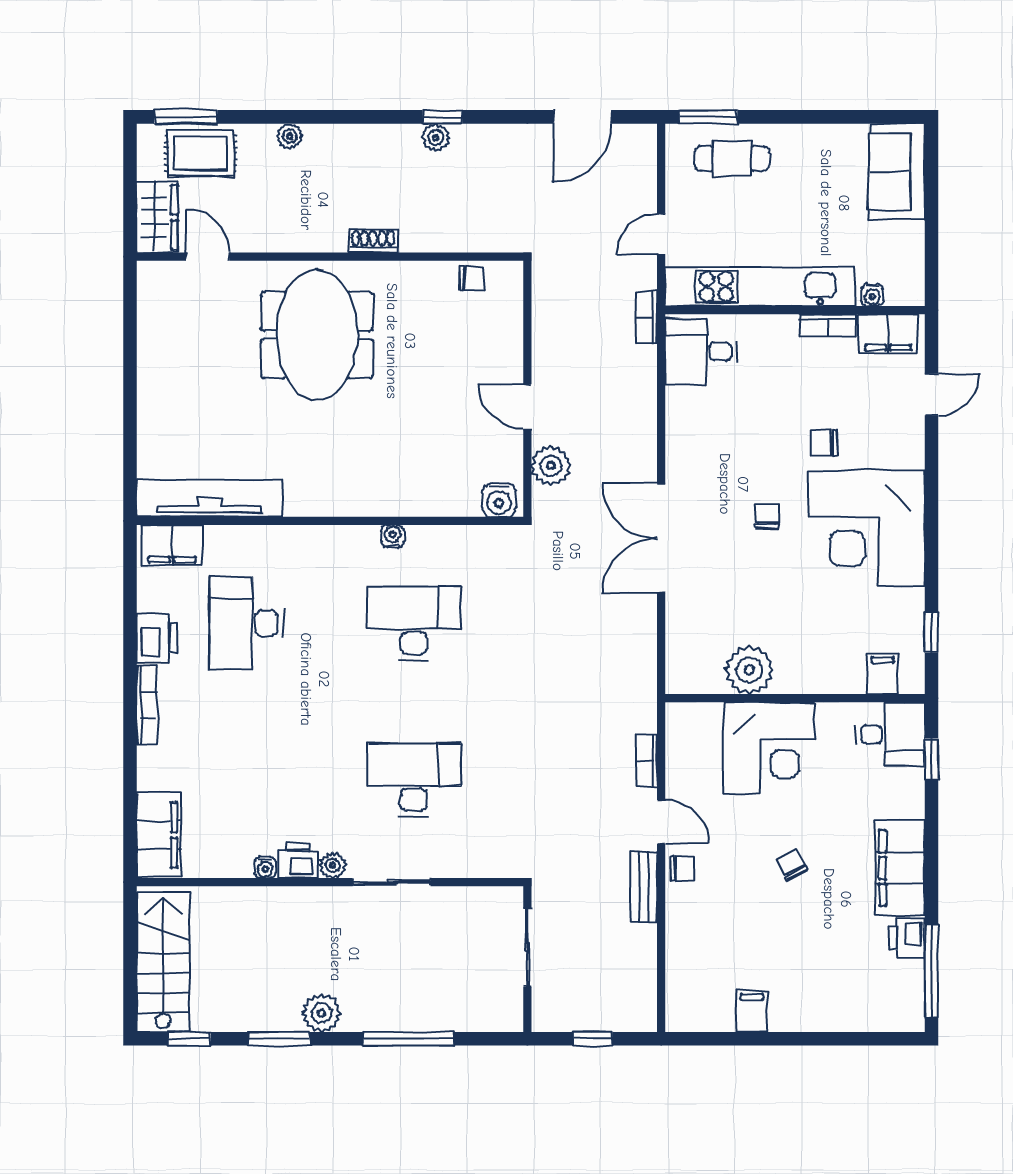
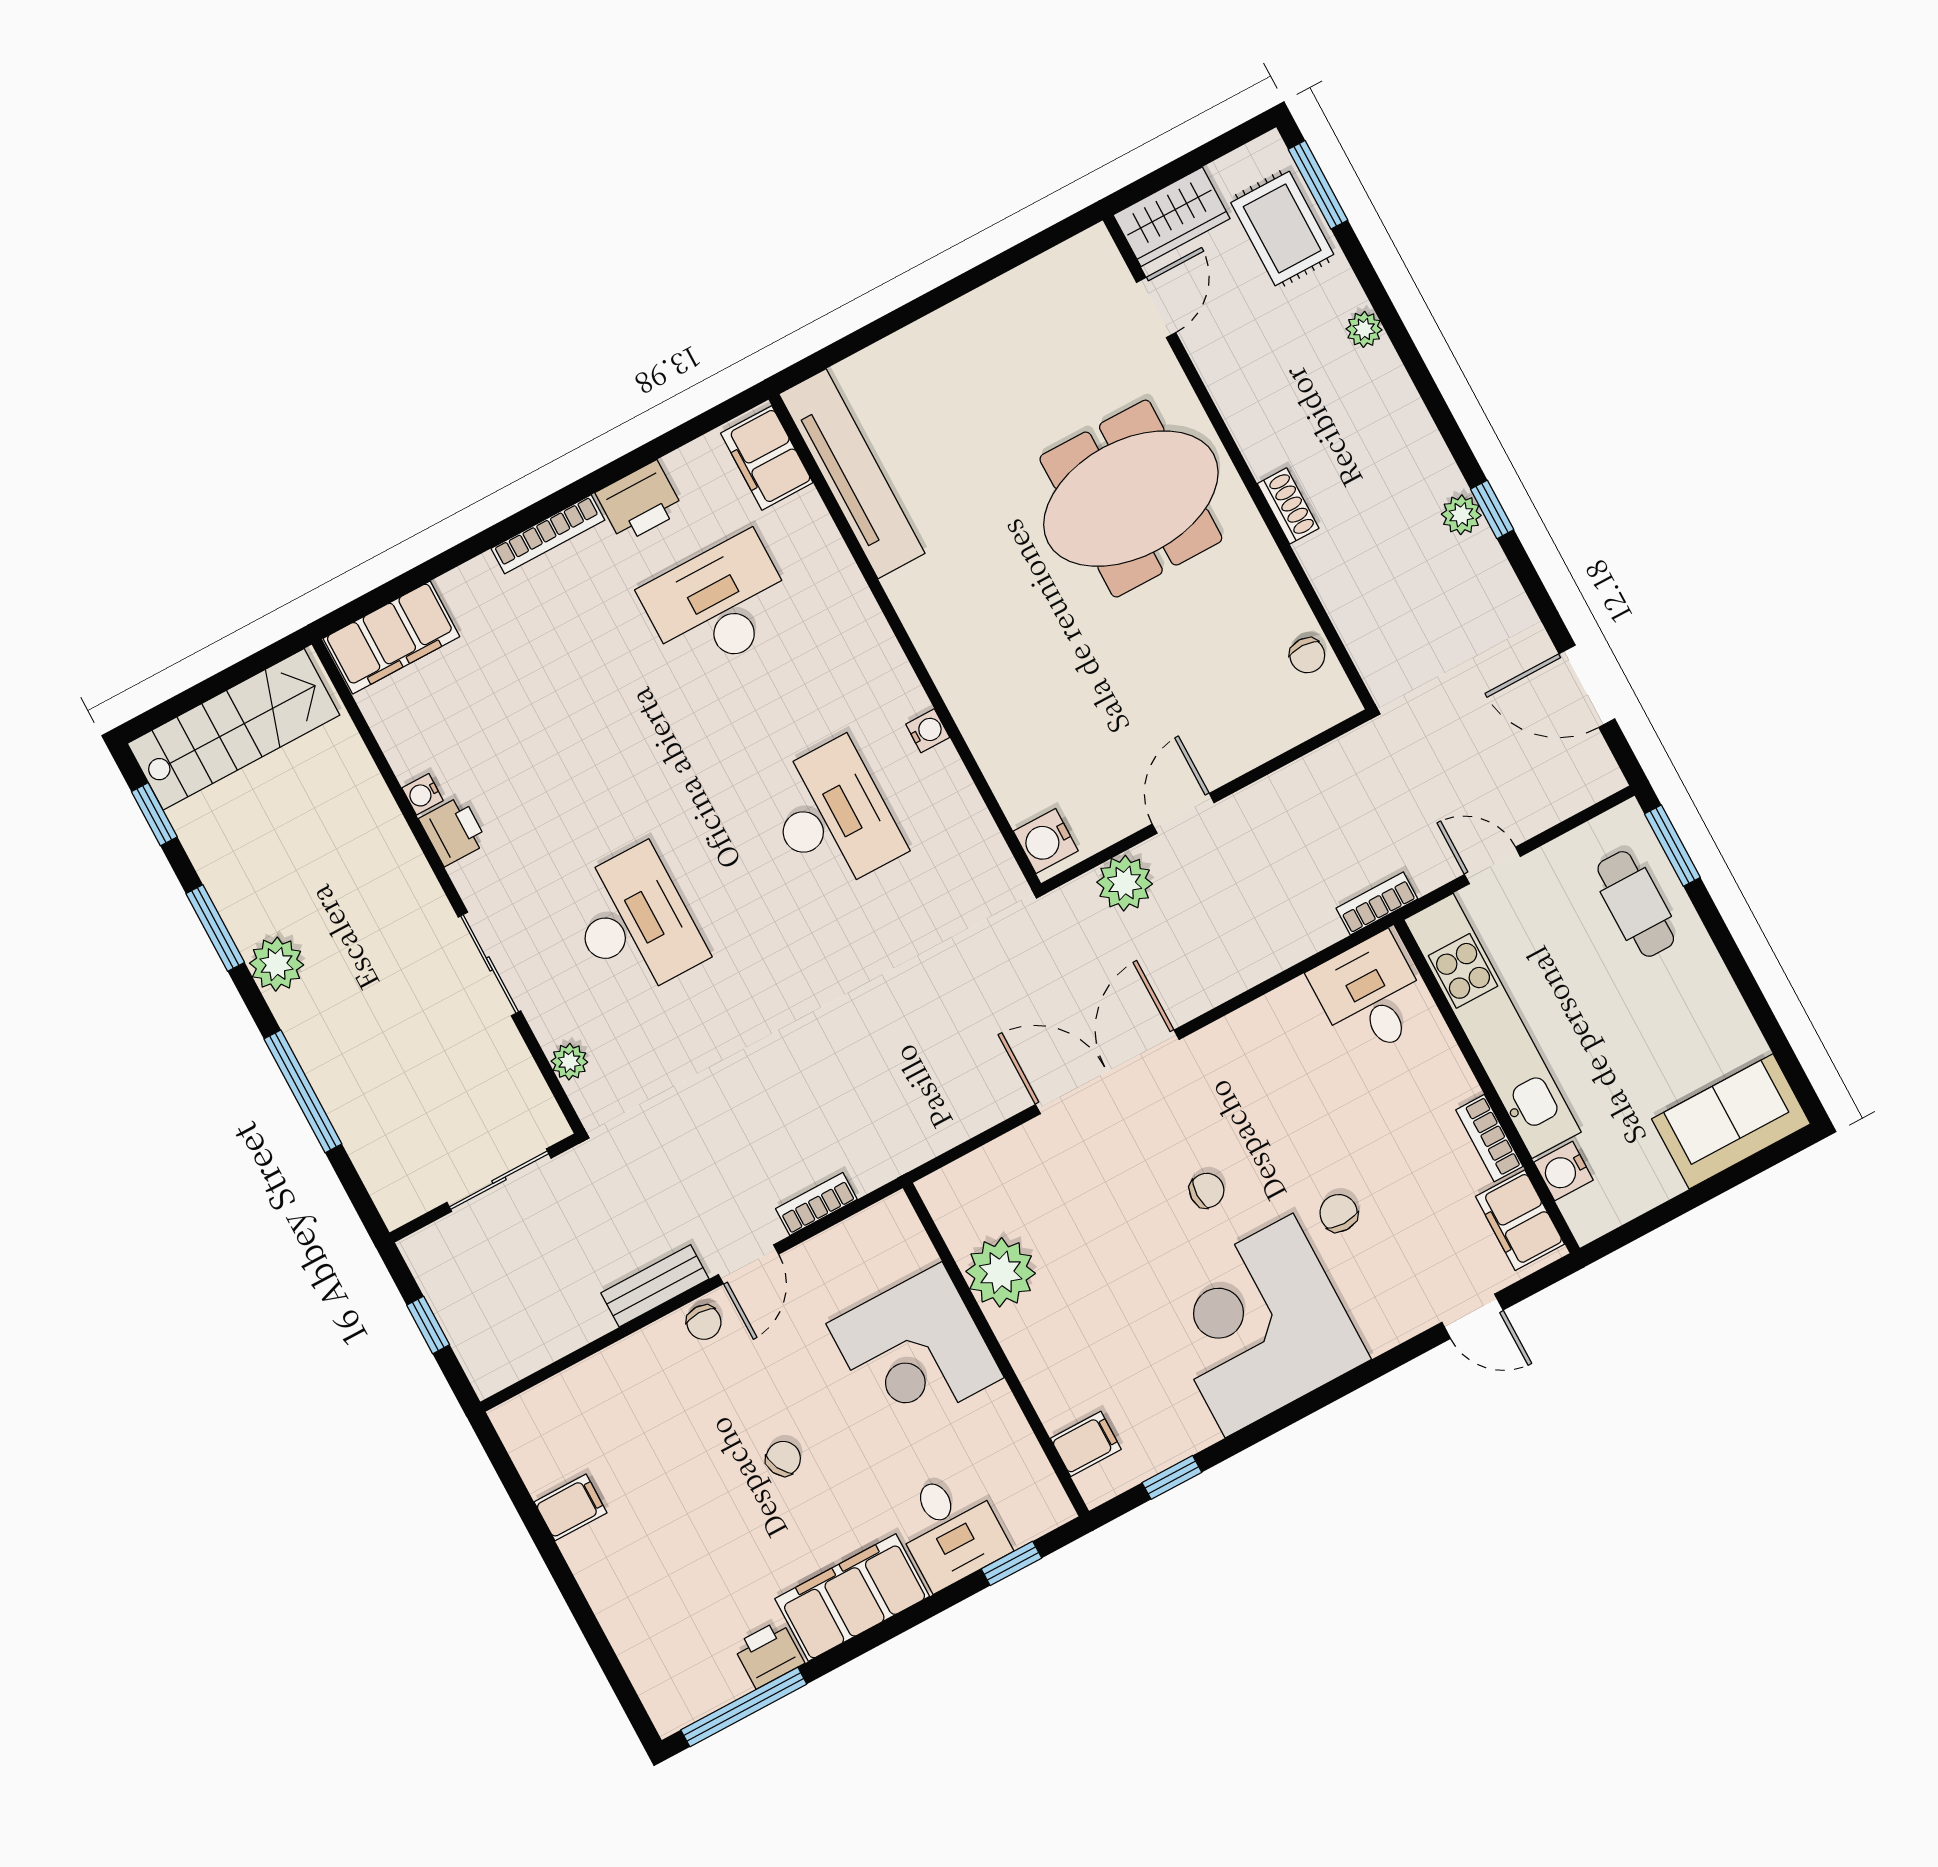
water cooler: (872, 295) -> (1564, 1171), width x1.38, depth x1.38
desk: (890, 734) -> (950, 1529), moved
plant: (333, 865) -> (569, 1062), moved

